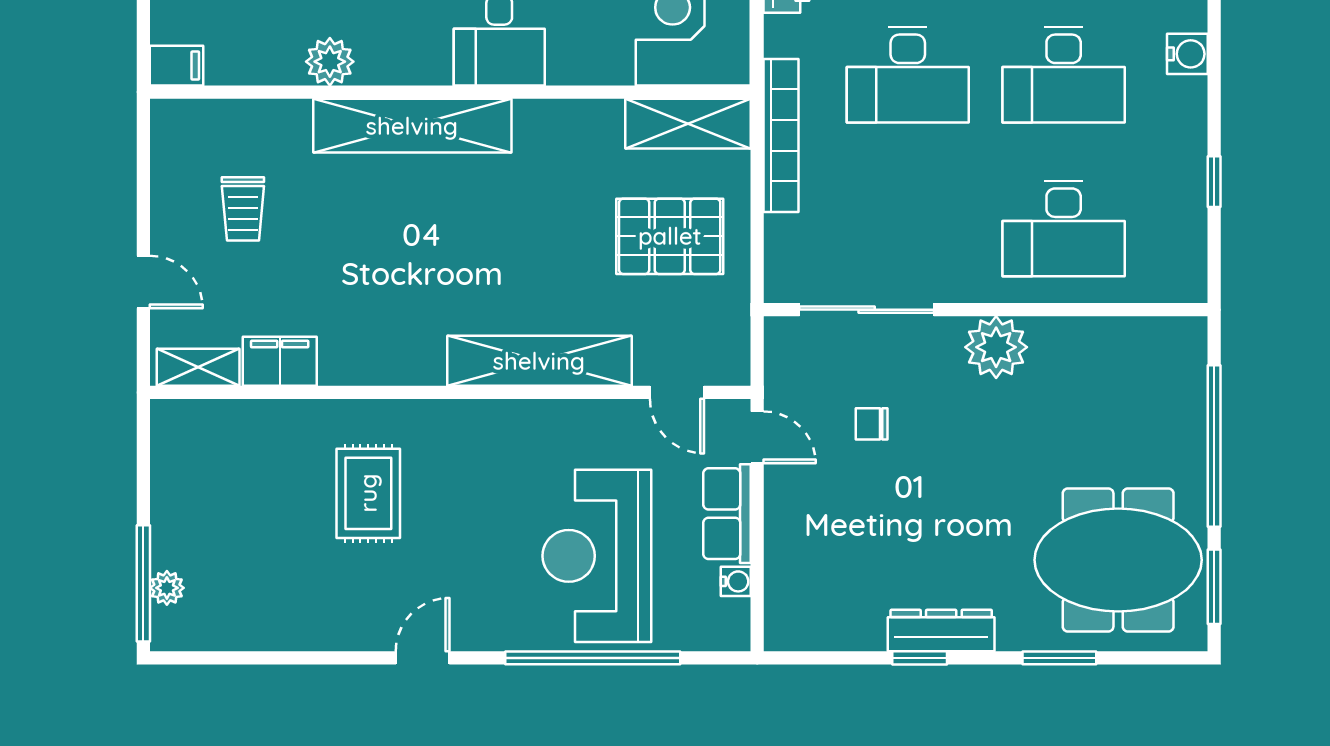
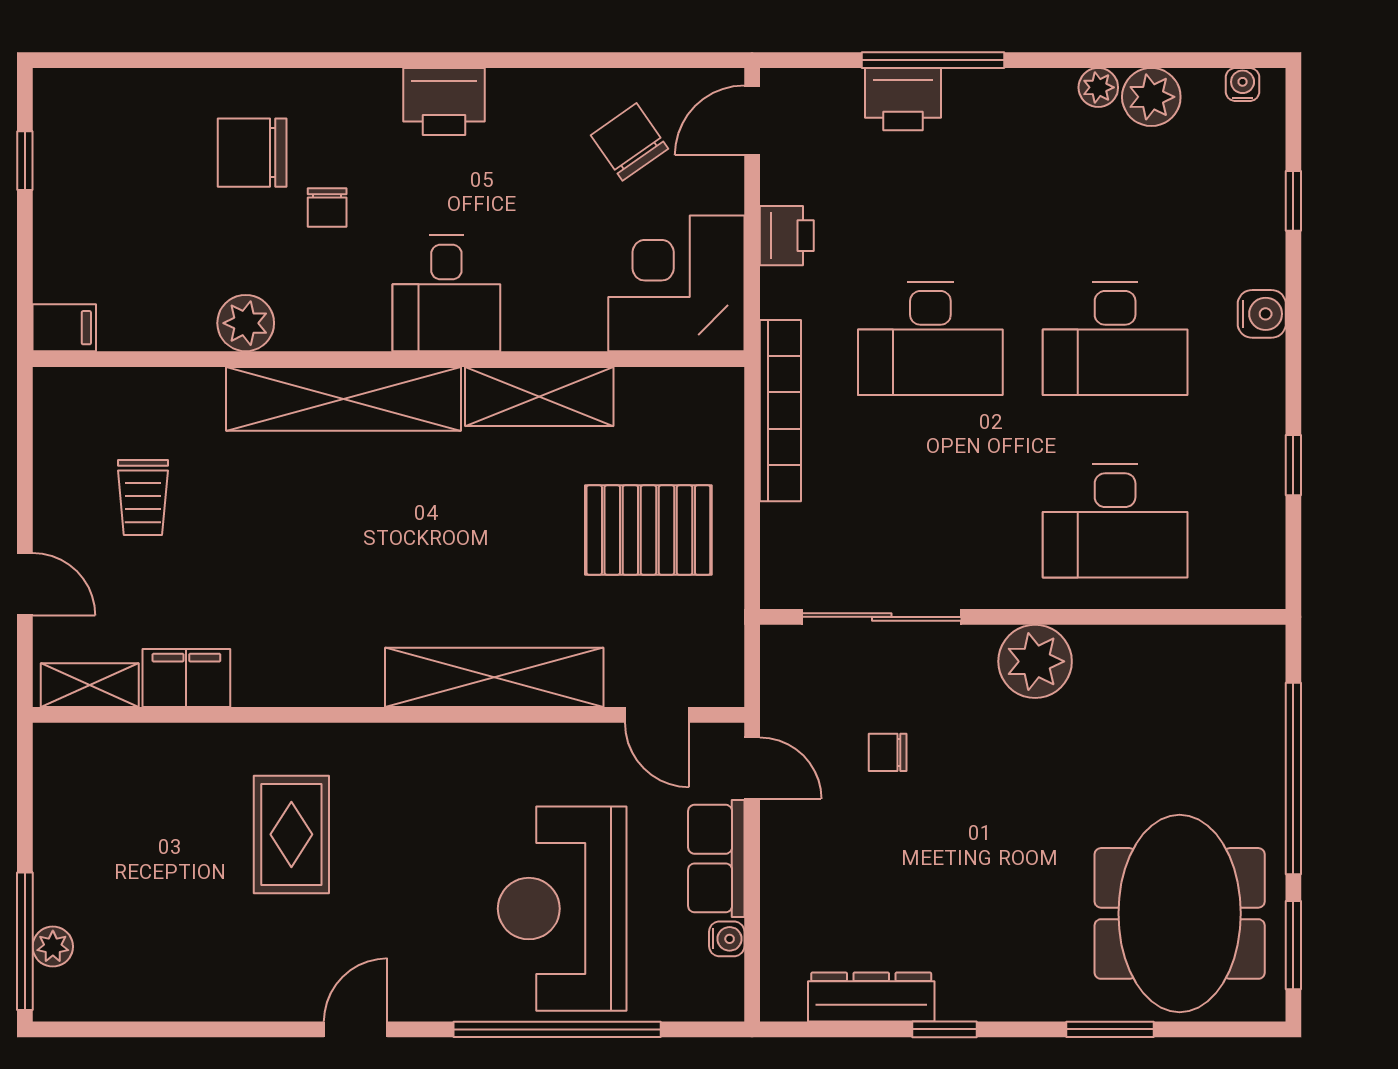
shelving: (688, 124) -> (539, 397), moved
meeting table: (1118, 560) -> (1180, 913), turned 90
dresser: (941, 631) -> (871, 997), moved

